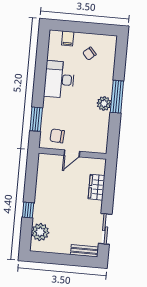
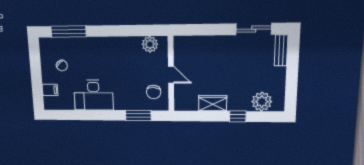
window: (117, 97) -> (69, 31), moved
plant: (104, 104) -> (150, 44), moved
wardrobe: (96, 187) -> (213, 103), moved, turned 180

